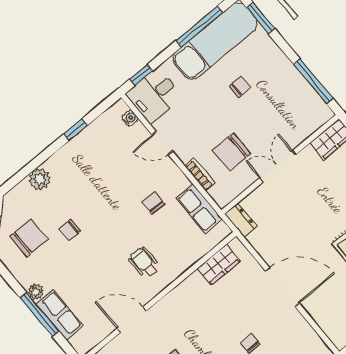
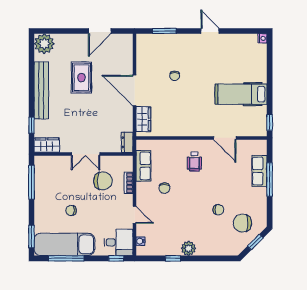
plant: (40, 179) -> (189, 248), moved
wardrobe: (219, 265) -> (143, 119), moved, turned 90
plant: (36, 292) -> (262, 193), removed

